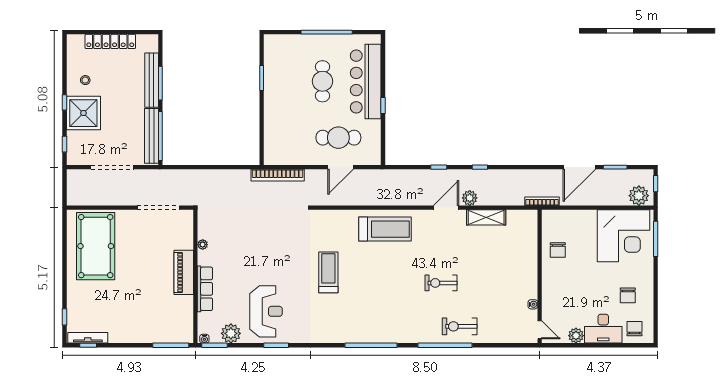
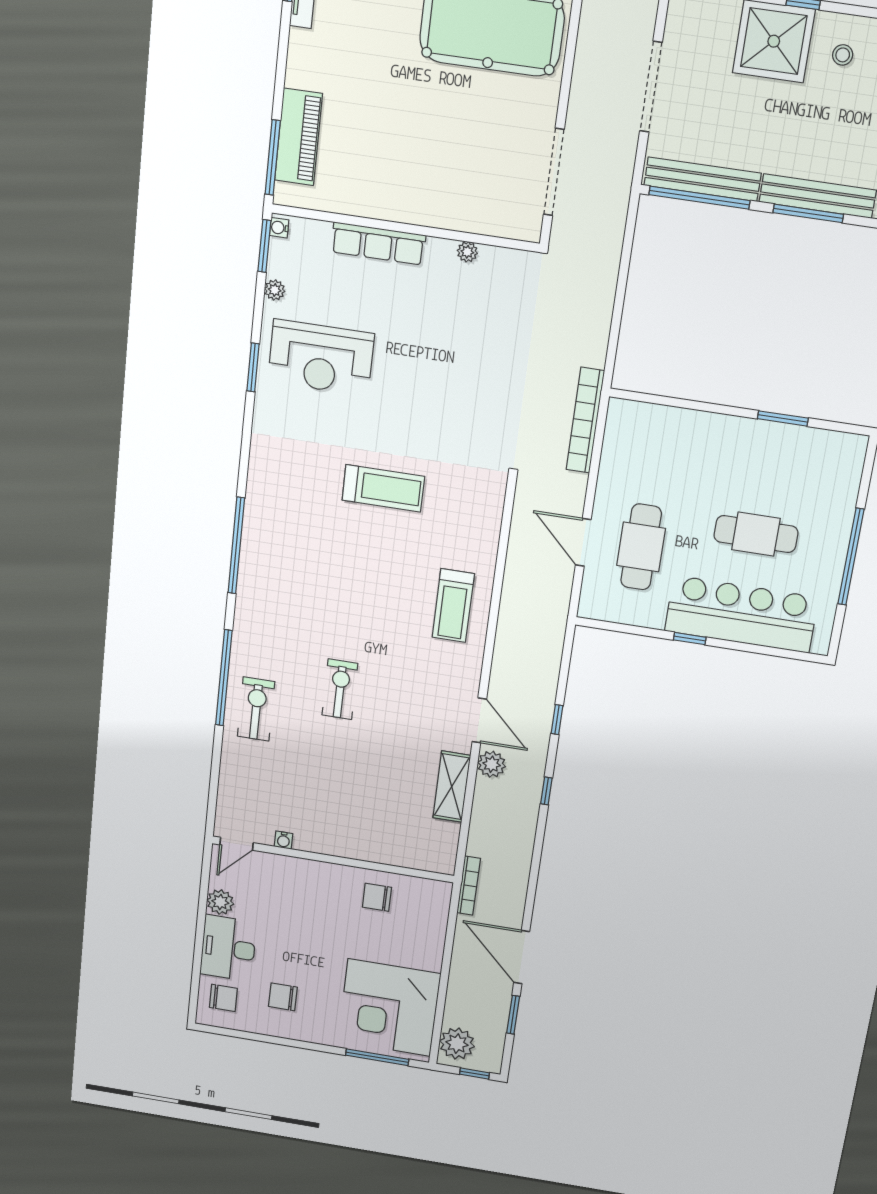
treadmill: (385, 229) -> (453, 606), width x0.73, depth x0.73
piano: (184, 272) -> (298, 137), moved, turned 90
plant: (231, 333) -> (275, 290), width x0.53, depth x0.53

